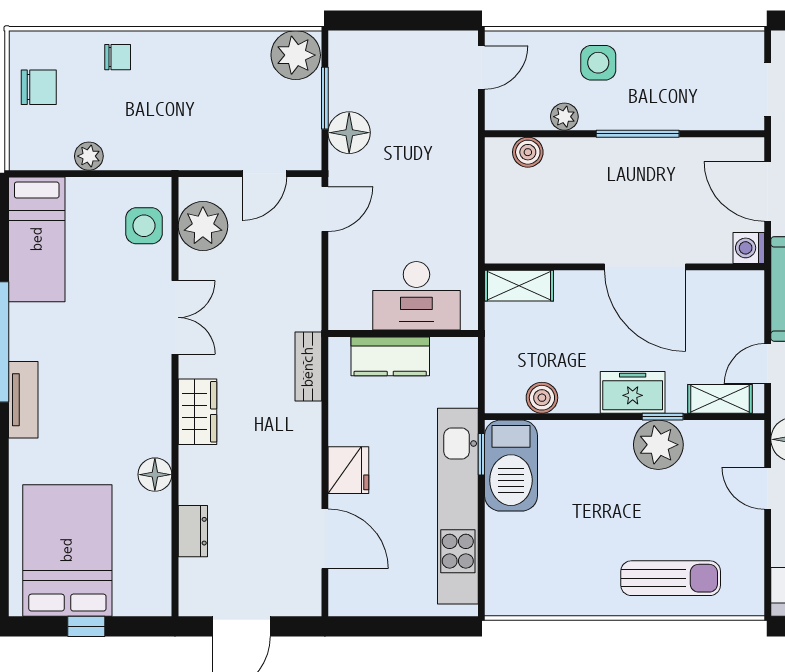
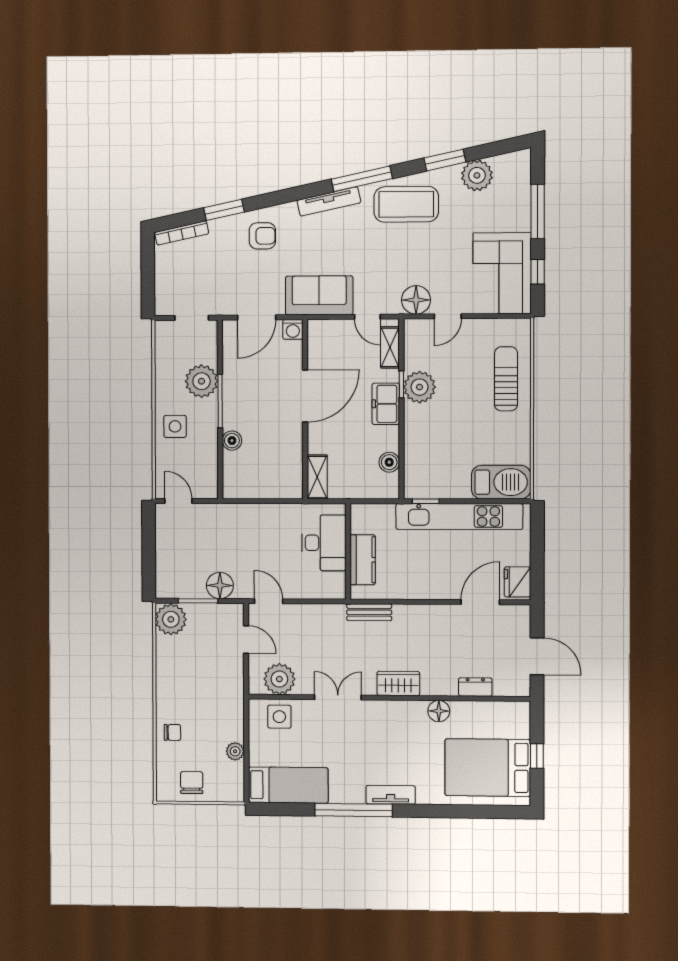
chair: (118, 57) -> (172, 732), turned 90
plant: (564, 117) -> (202, 381), moved, width x1.87, depth x1.87
boiler: (528, 152) -> (232, 441), moved
barbecue: (511, 466) -> (501, 482), moved
fridge: (348, 470) -> (517, 582), moved, turned -90

